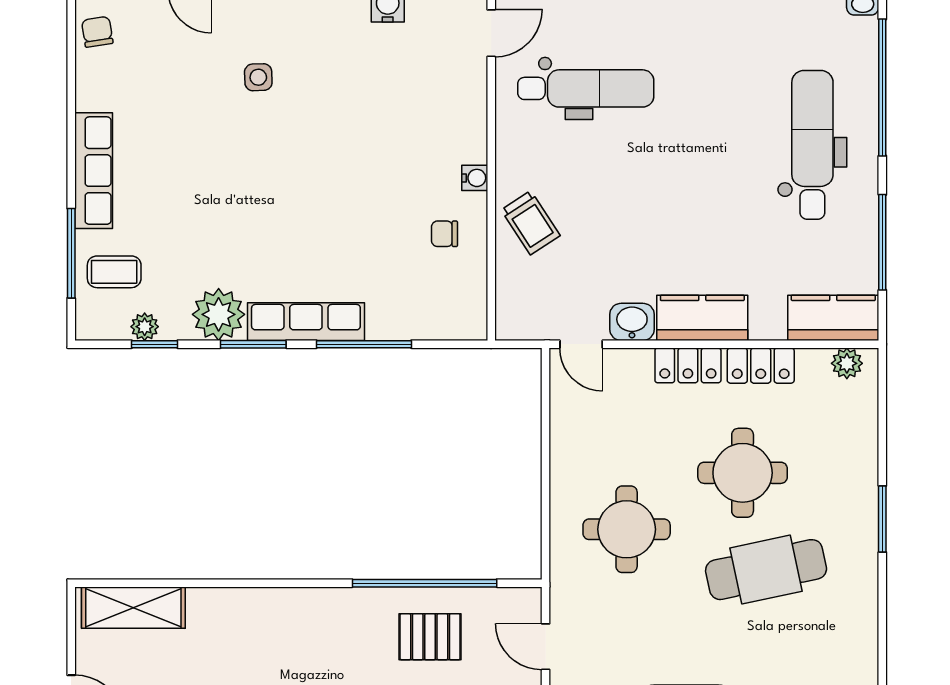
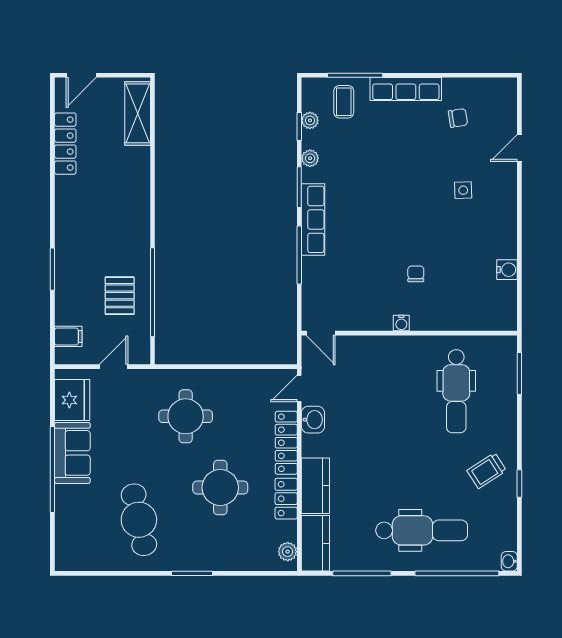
chair: (97, 32) -> (458, 118), moved
door: (491, 33) -> (321, 333), moved
trolley: (531, 223) -> (487, 471), moved
chair: (444, 234) -> (416, 274), moved
plant: (219, 314) -> (310, 158), width x0.53, depth x0.53
kitchen counter: (702, 318) -> (315, 486), moved
locker: (688, 365) -> (286, 443), width x1.53
cafe table: (766, 570) -> (139, 520), moved

